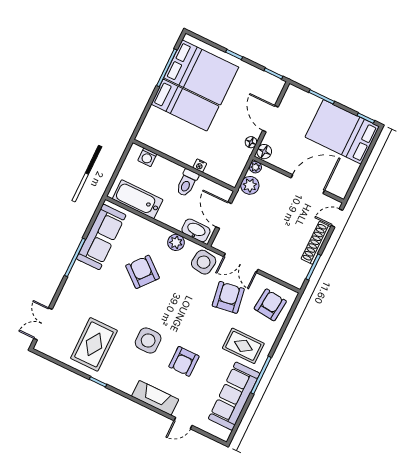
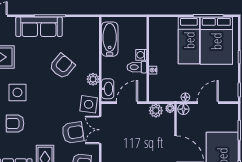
washing machine: (147, 157) -> (141, 55), moved
sofa: (101, 237) -> (39, 27), moved

